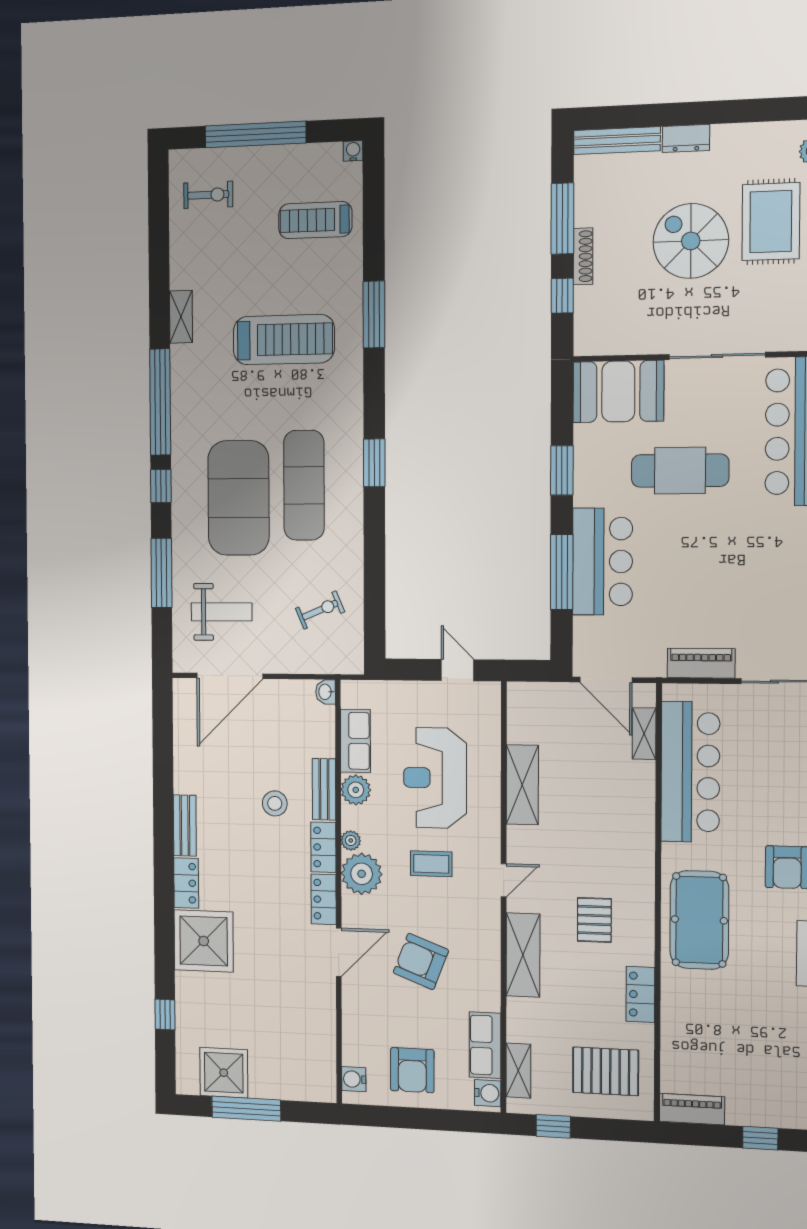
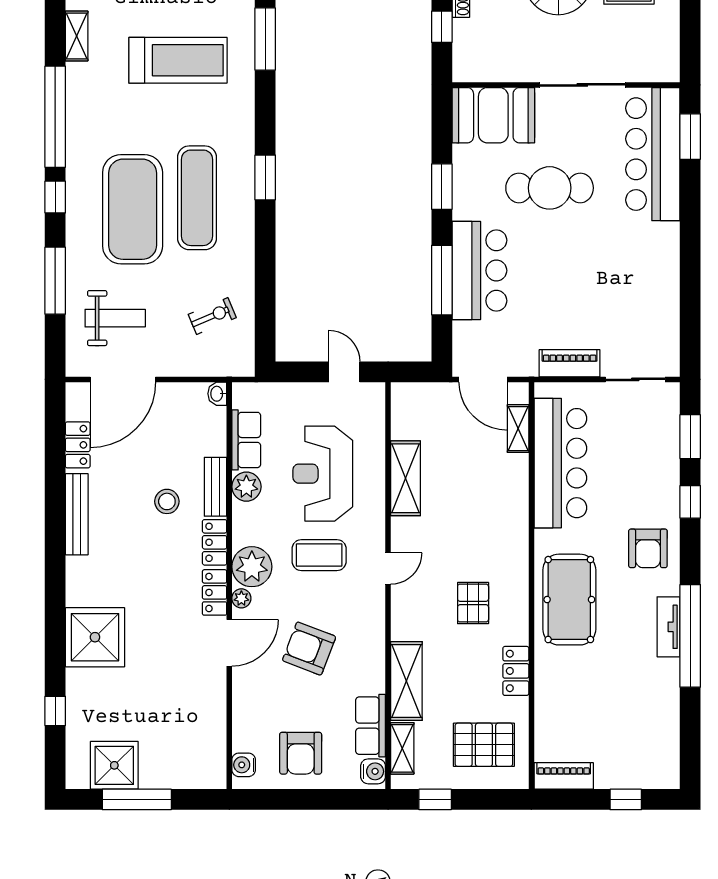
bench: (185, 825) -> (77, 514), width x1.36
plant: (351, 840) -> (241, 598), moved
coffee table: (431, 864) -> (319, 555), width x1.36, depth x1.30
locker: (186, 883) -> (78, 445), moved
shelving: (523, 955) -> (406, 681), moved

